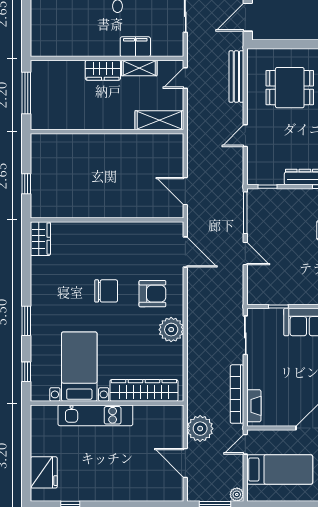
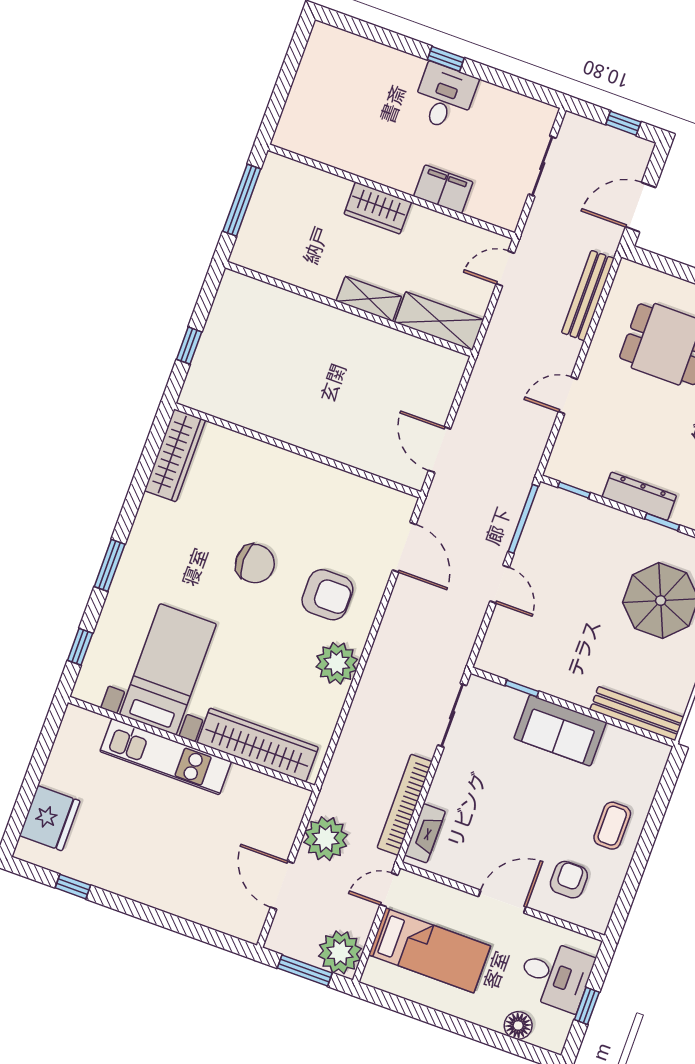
shelving: (139, 68) -> (369, 299), moved
wardrobe: (40, 239) -> (175, 455), width x1.50
plant: (237, 494) -> (340, 952), width x1.87, depth x1.87

